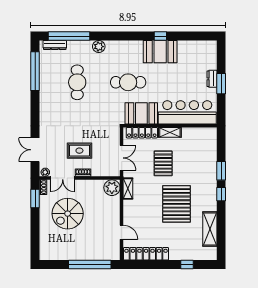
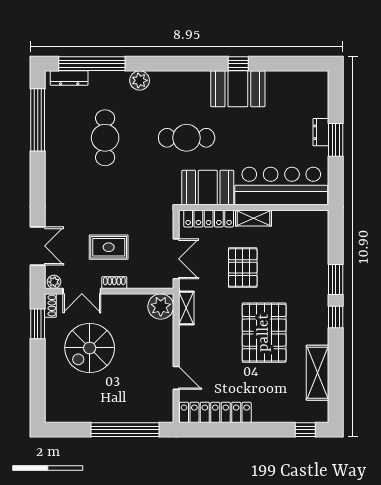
double door: (35, 150) -> (38, 246), swing flipped
window: (187, 265) -> (305, 430), moved

